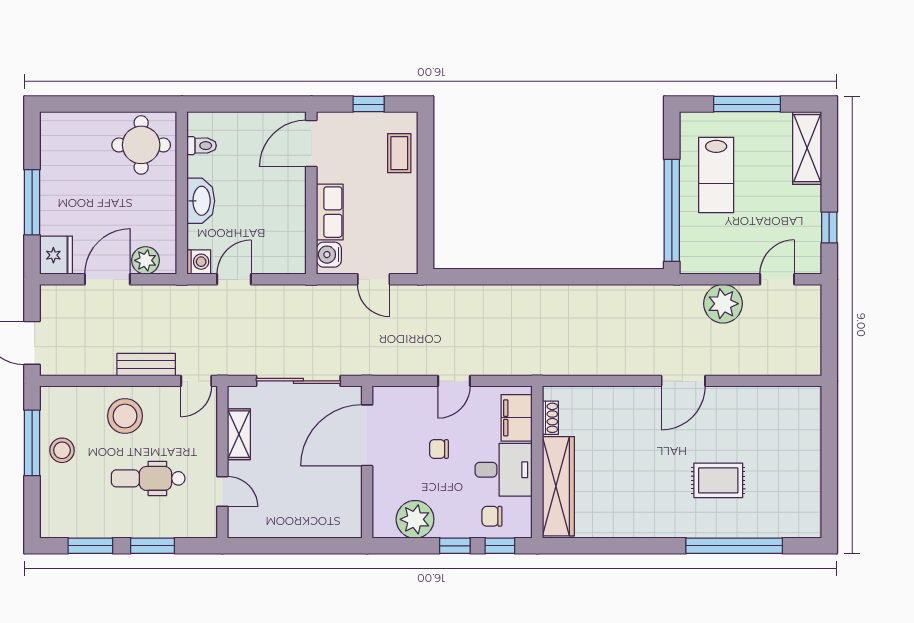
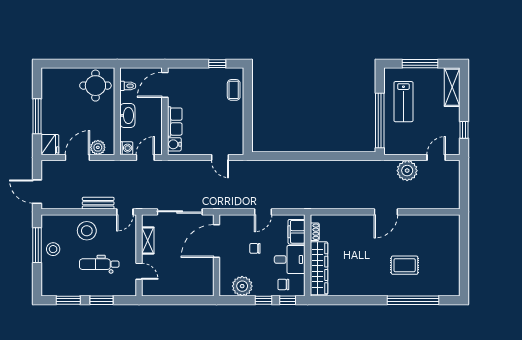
door: (311, 144) -> (165, 85), moved
wall: (311, 193) -> (165, 111), moved
row of seats: (330, 212) -> (175, 122), moved
water cooler: (329, 255) -> (174, 144), moved

